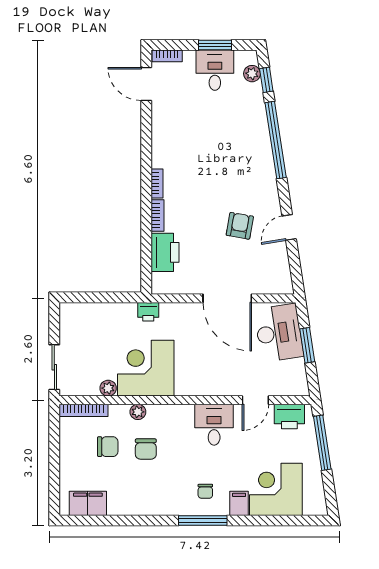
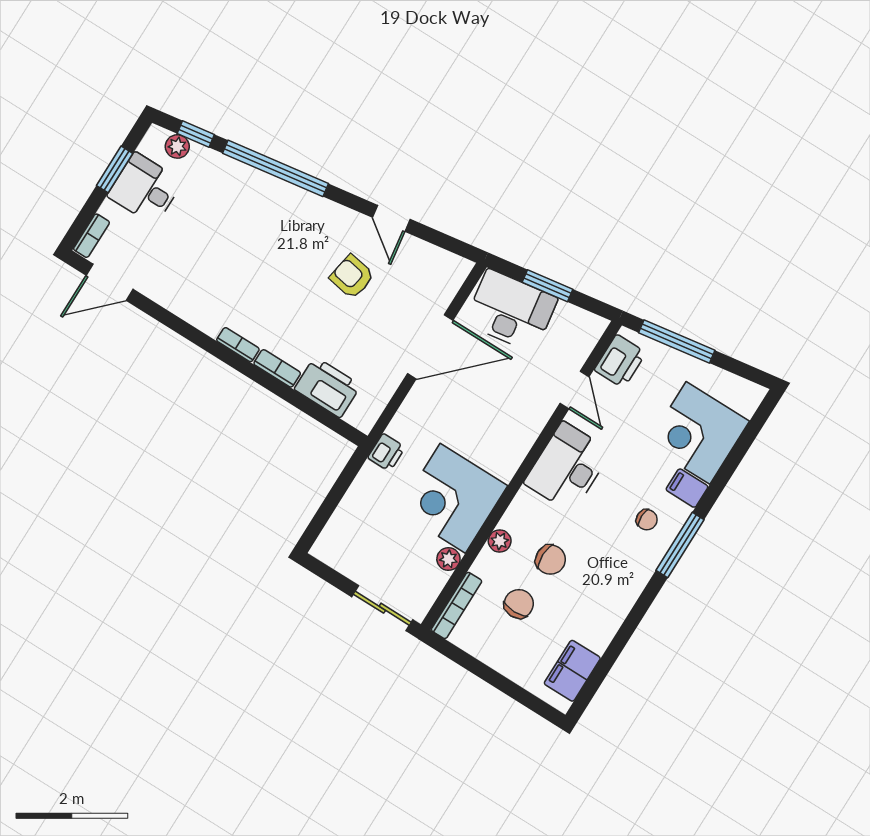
desk: (214, 425) -> (567, 467), width x1.37

